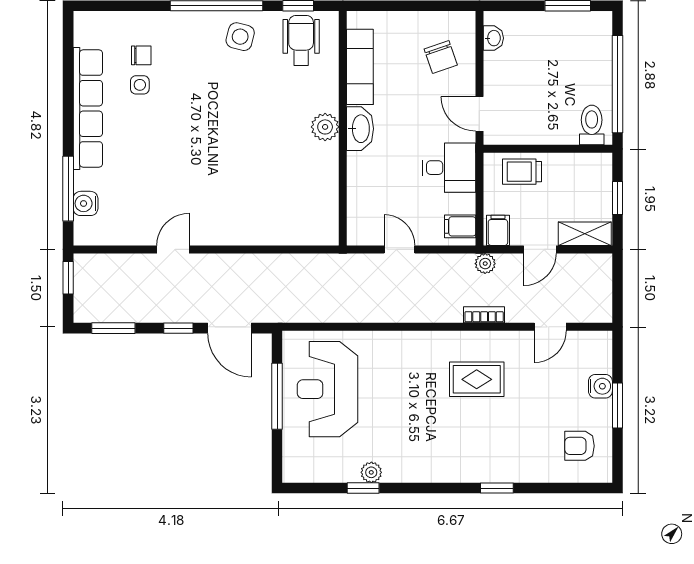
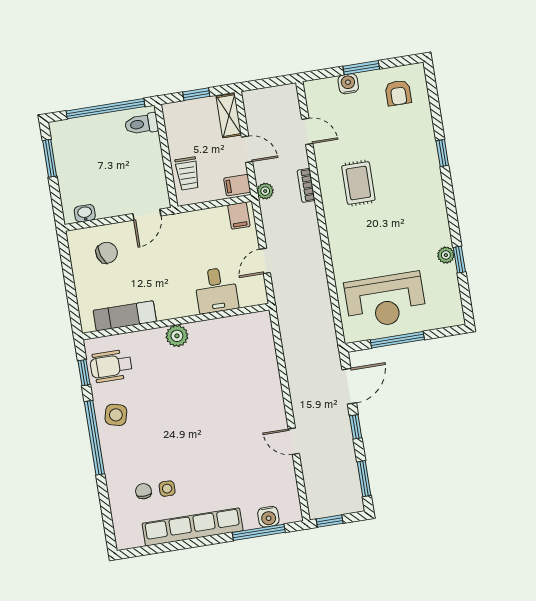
washbasin: (360, 129) -> (174, 308), removed
desk: (449, 168) -> (216, 290), moved, turned 180

